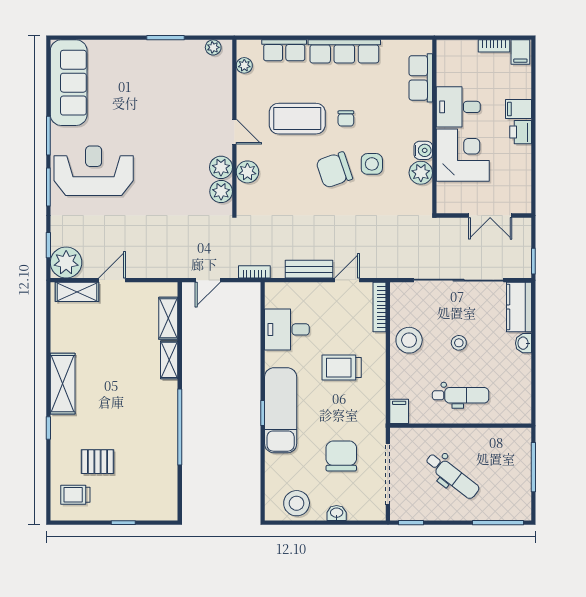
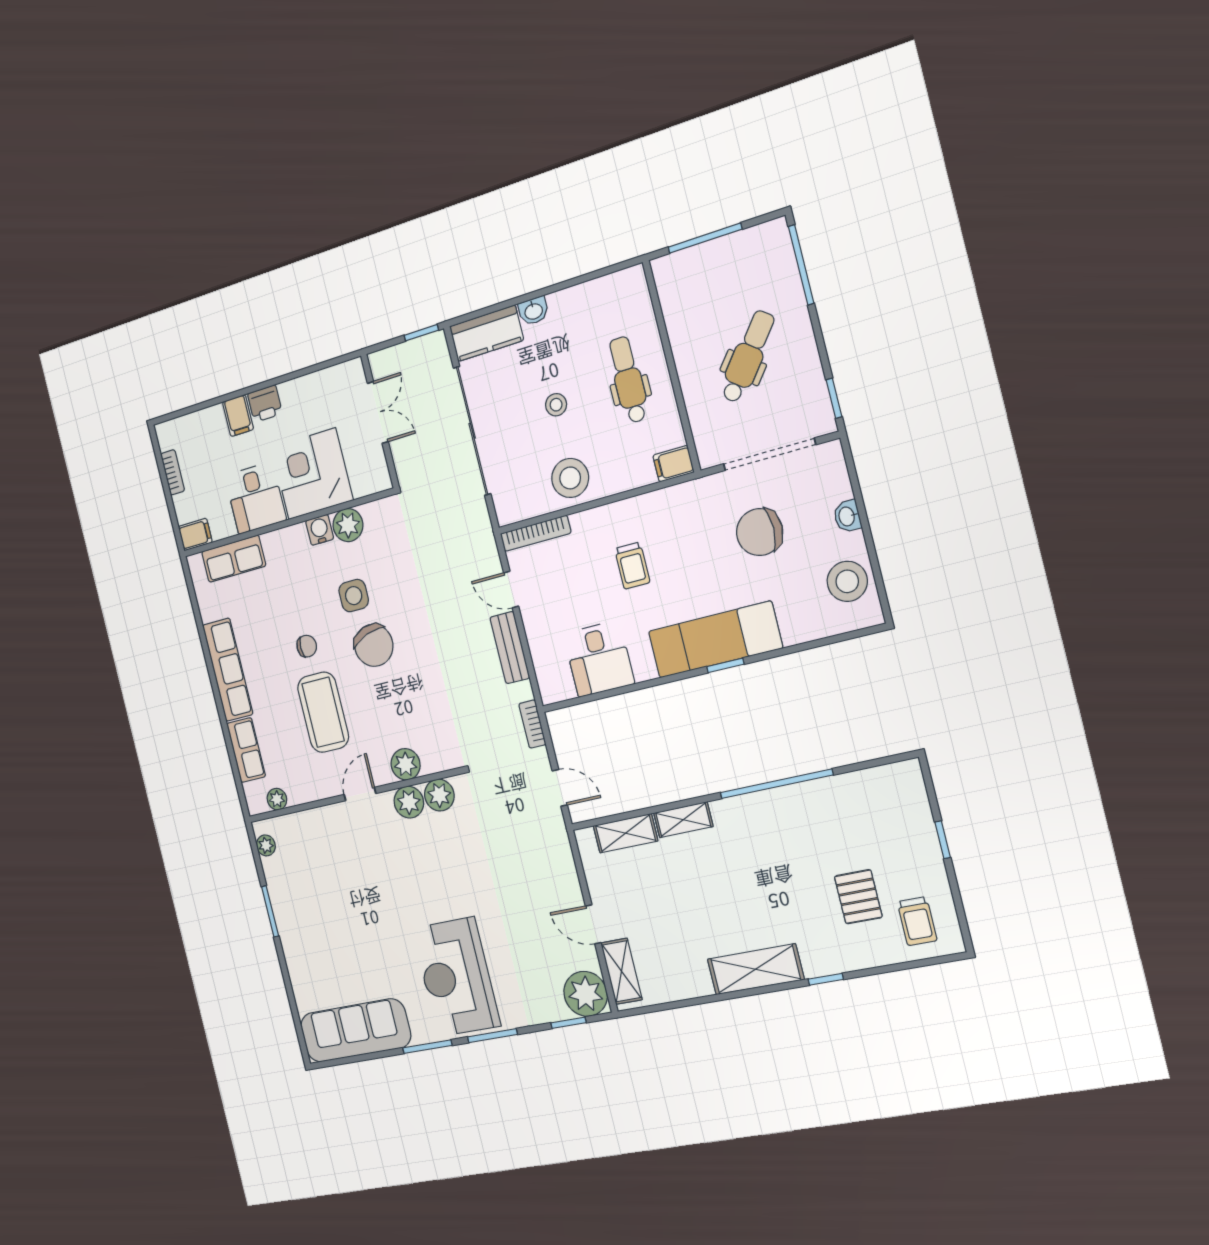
filing cabinet: (520, 52) -> (195, 534), moved
trolley: (342, 368) -> (632, 566), width x0.73, depth x0.72

